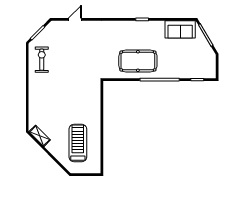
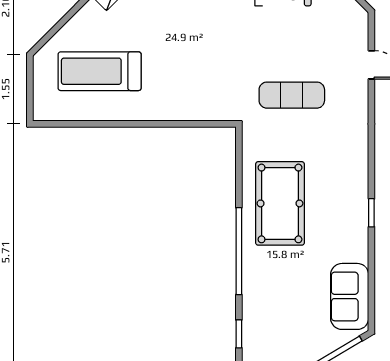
exercise mat: (89, 56) -> (292, 95), added
treadmill: (78, 143) -> (100, 71), turned 180

